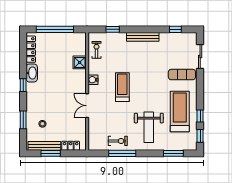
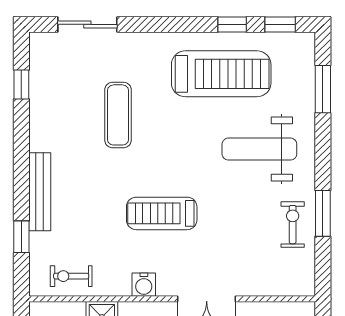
bench: (143, 37) -> (40, 192), moved
exercise mat: (182, 75) -> (118, 115), moved
treadmill: (180, 112) -> (221, 74), turned 180
weight bench: (149, 127) -> (259, 149), turned 180
window: (122, 153) -> (323, 213), width x0.69

